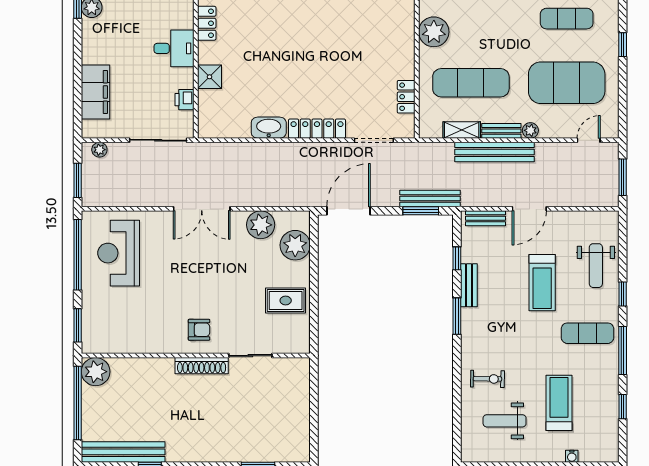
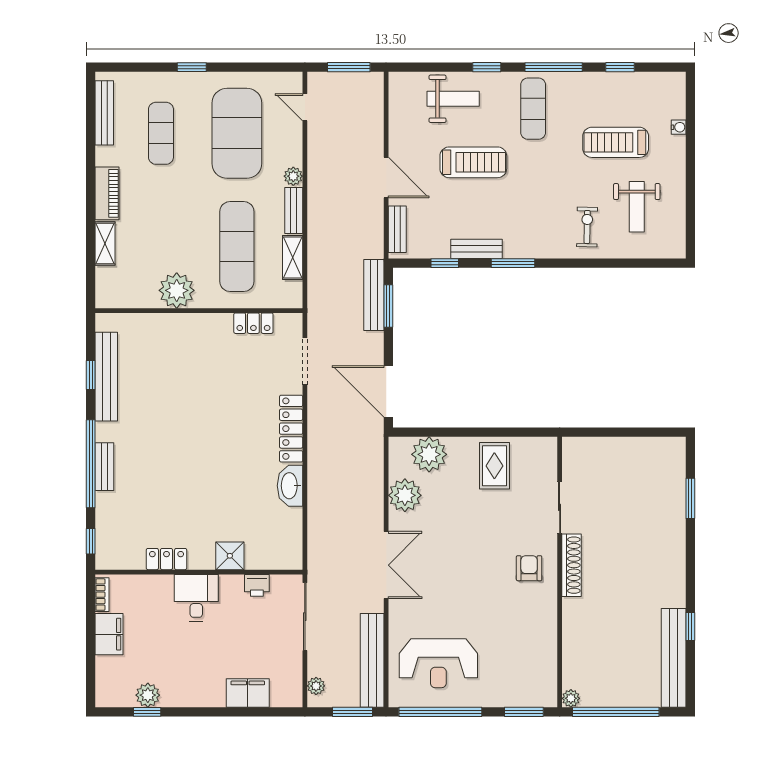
filing cabinet: (96, 92) -> (248, 693), width x0.67, depth x0.86
bench: (494, 152) -> (372, 660), moved
plant: (96, 372) -> (571, 698), width x0.53, depth x0.53

